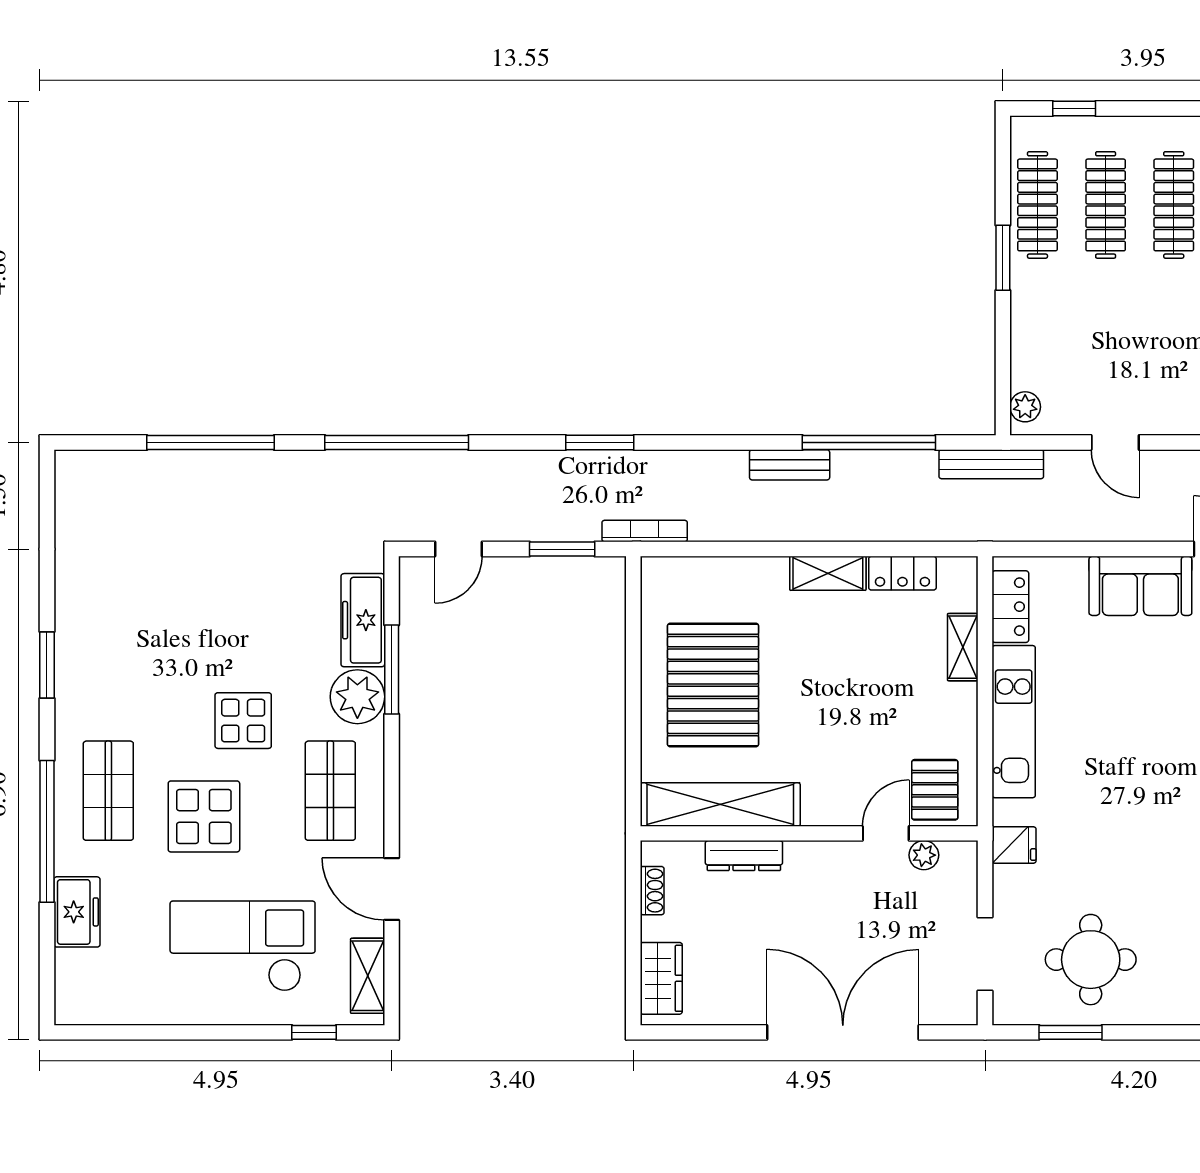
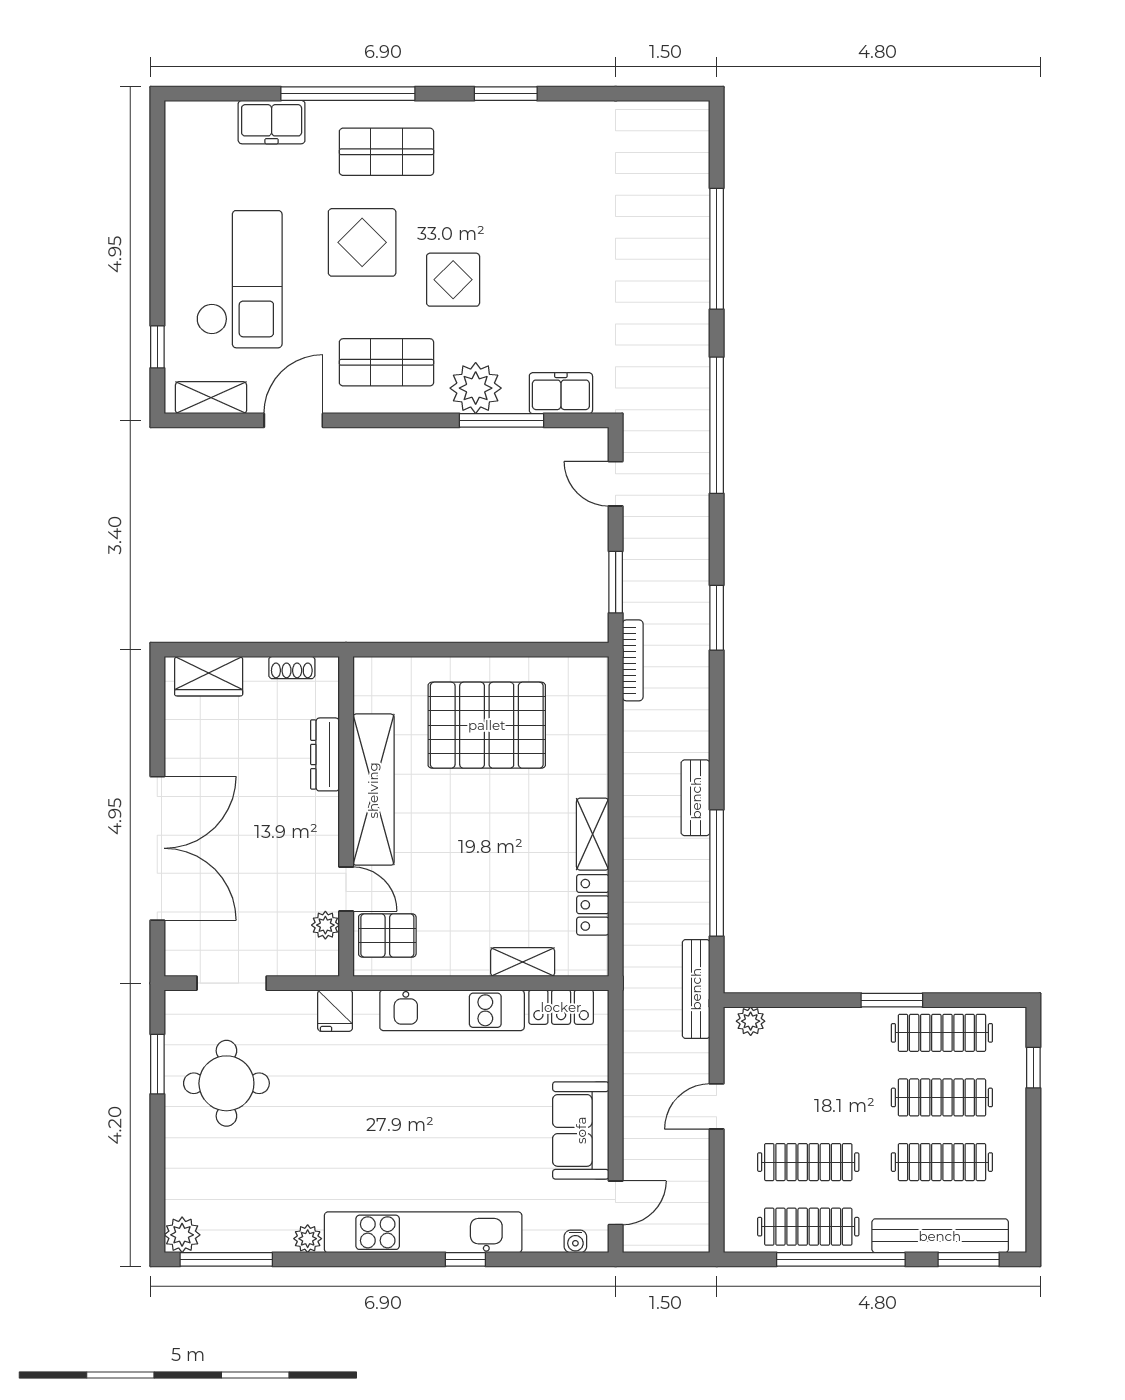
clothes rail: (1174, 346) -> (808, 1162), added
freezer: (363, 620) -> (561, 393), width x0.71
shelving: (720, 805) -> (373, 790), moved

